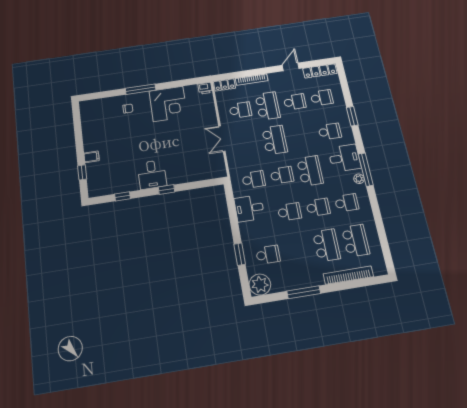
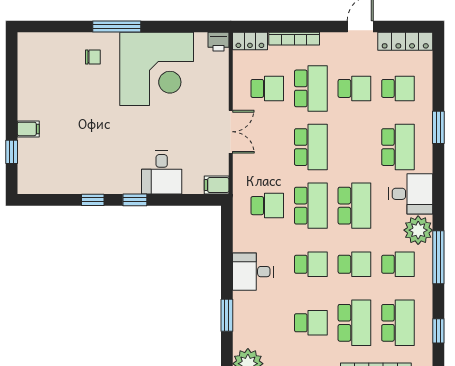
corner desk: (168, 104) -> (157, 69), width x1.36, depth x1.36
school desk: (330, 131) -> (398, 147), width x1.85
double door: (222, 139) -> (231, 132), swing flipped
window: (366, 169) -> (438, 257), moved
filing cabinet: (218, 172) -> (217, 185), added
desk: (152, 175) -> (162, 173), moved
school desk: (282, 175) -> (311, 206), width x1.85
plant: (359, 179) -> (418, 230), width x1.88, depth x1.88
window: (122, 196) -> (93, 200), moved
desk: (249, 208) -> (253, 272), moved
window: (384, 242) -> (438, 331), added
school desk: (268, 255) -> (311, 323), moved

